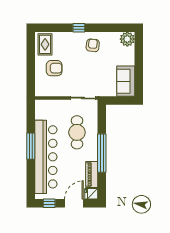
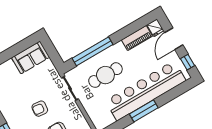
armchair: (93, 45) -> (40, 109), moved
window: (102, 153) -> (93, 51), moved
door: (74, 203) -> (174, 39), hinge flipped

